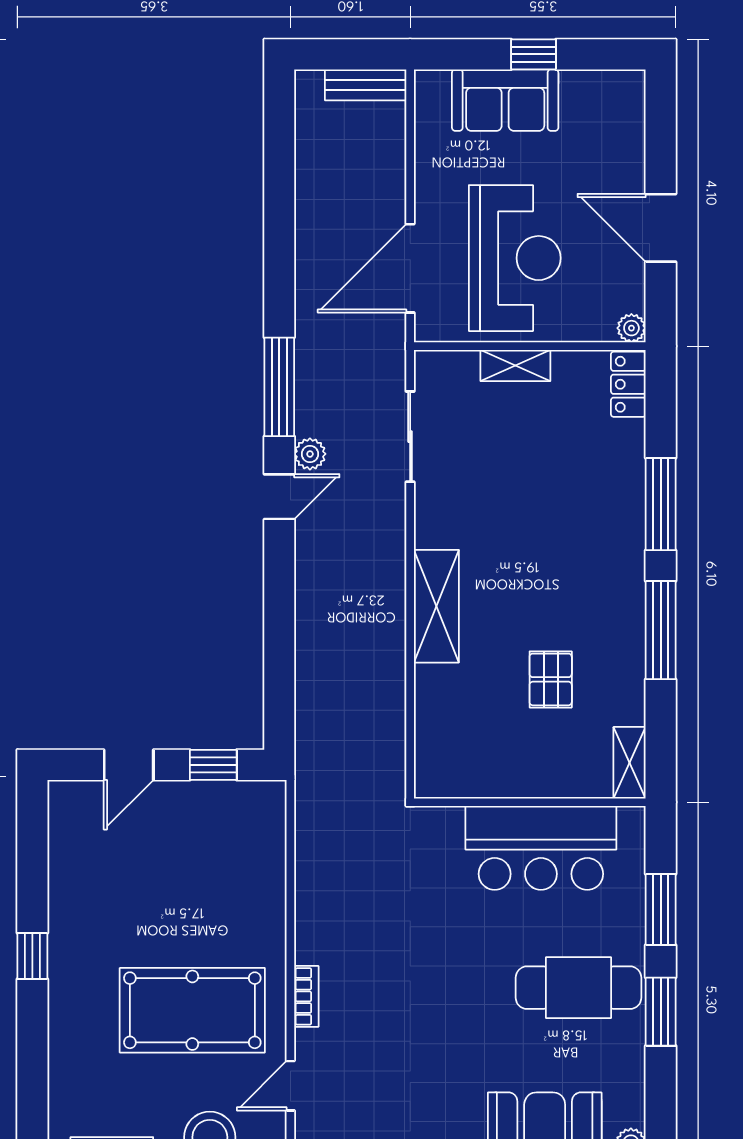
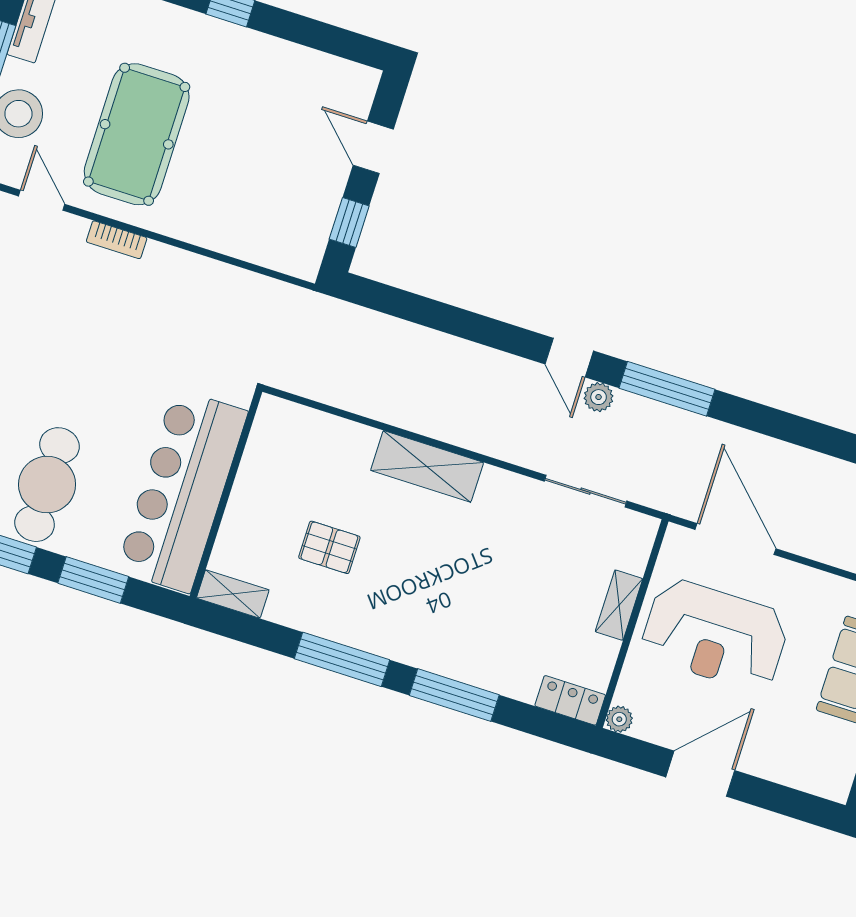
bar counter: (541, 848) -> (182, 491), width x1.36

